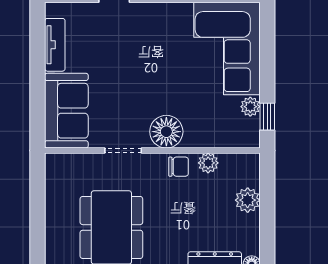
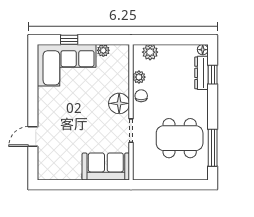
tv unit: (55, 45) -> (64, 174), removed
window: (267, 117) -> (69, 40), moved
plant: (248, 200) -> (150, 52), moved

